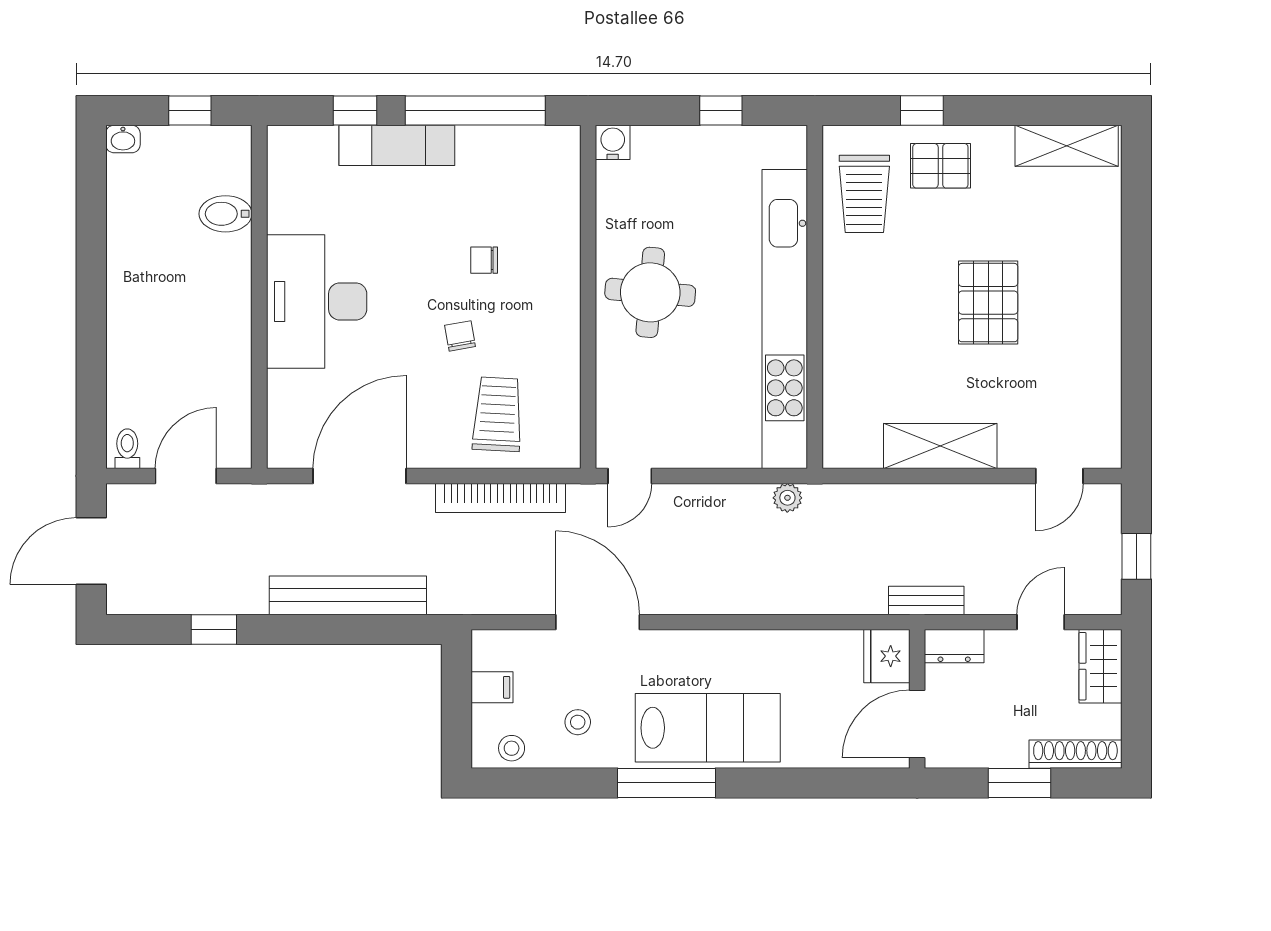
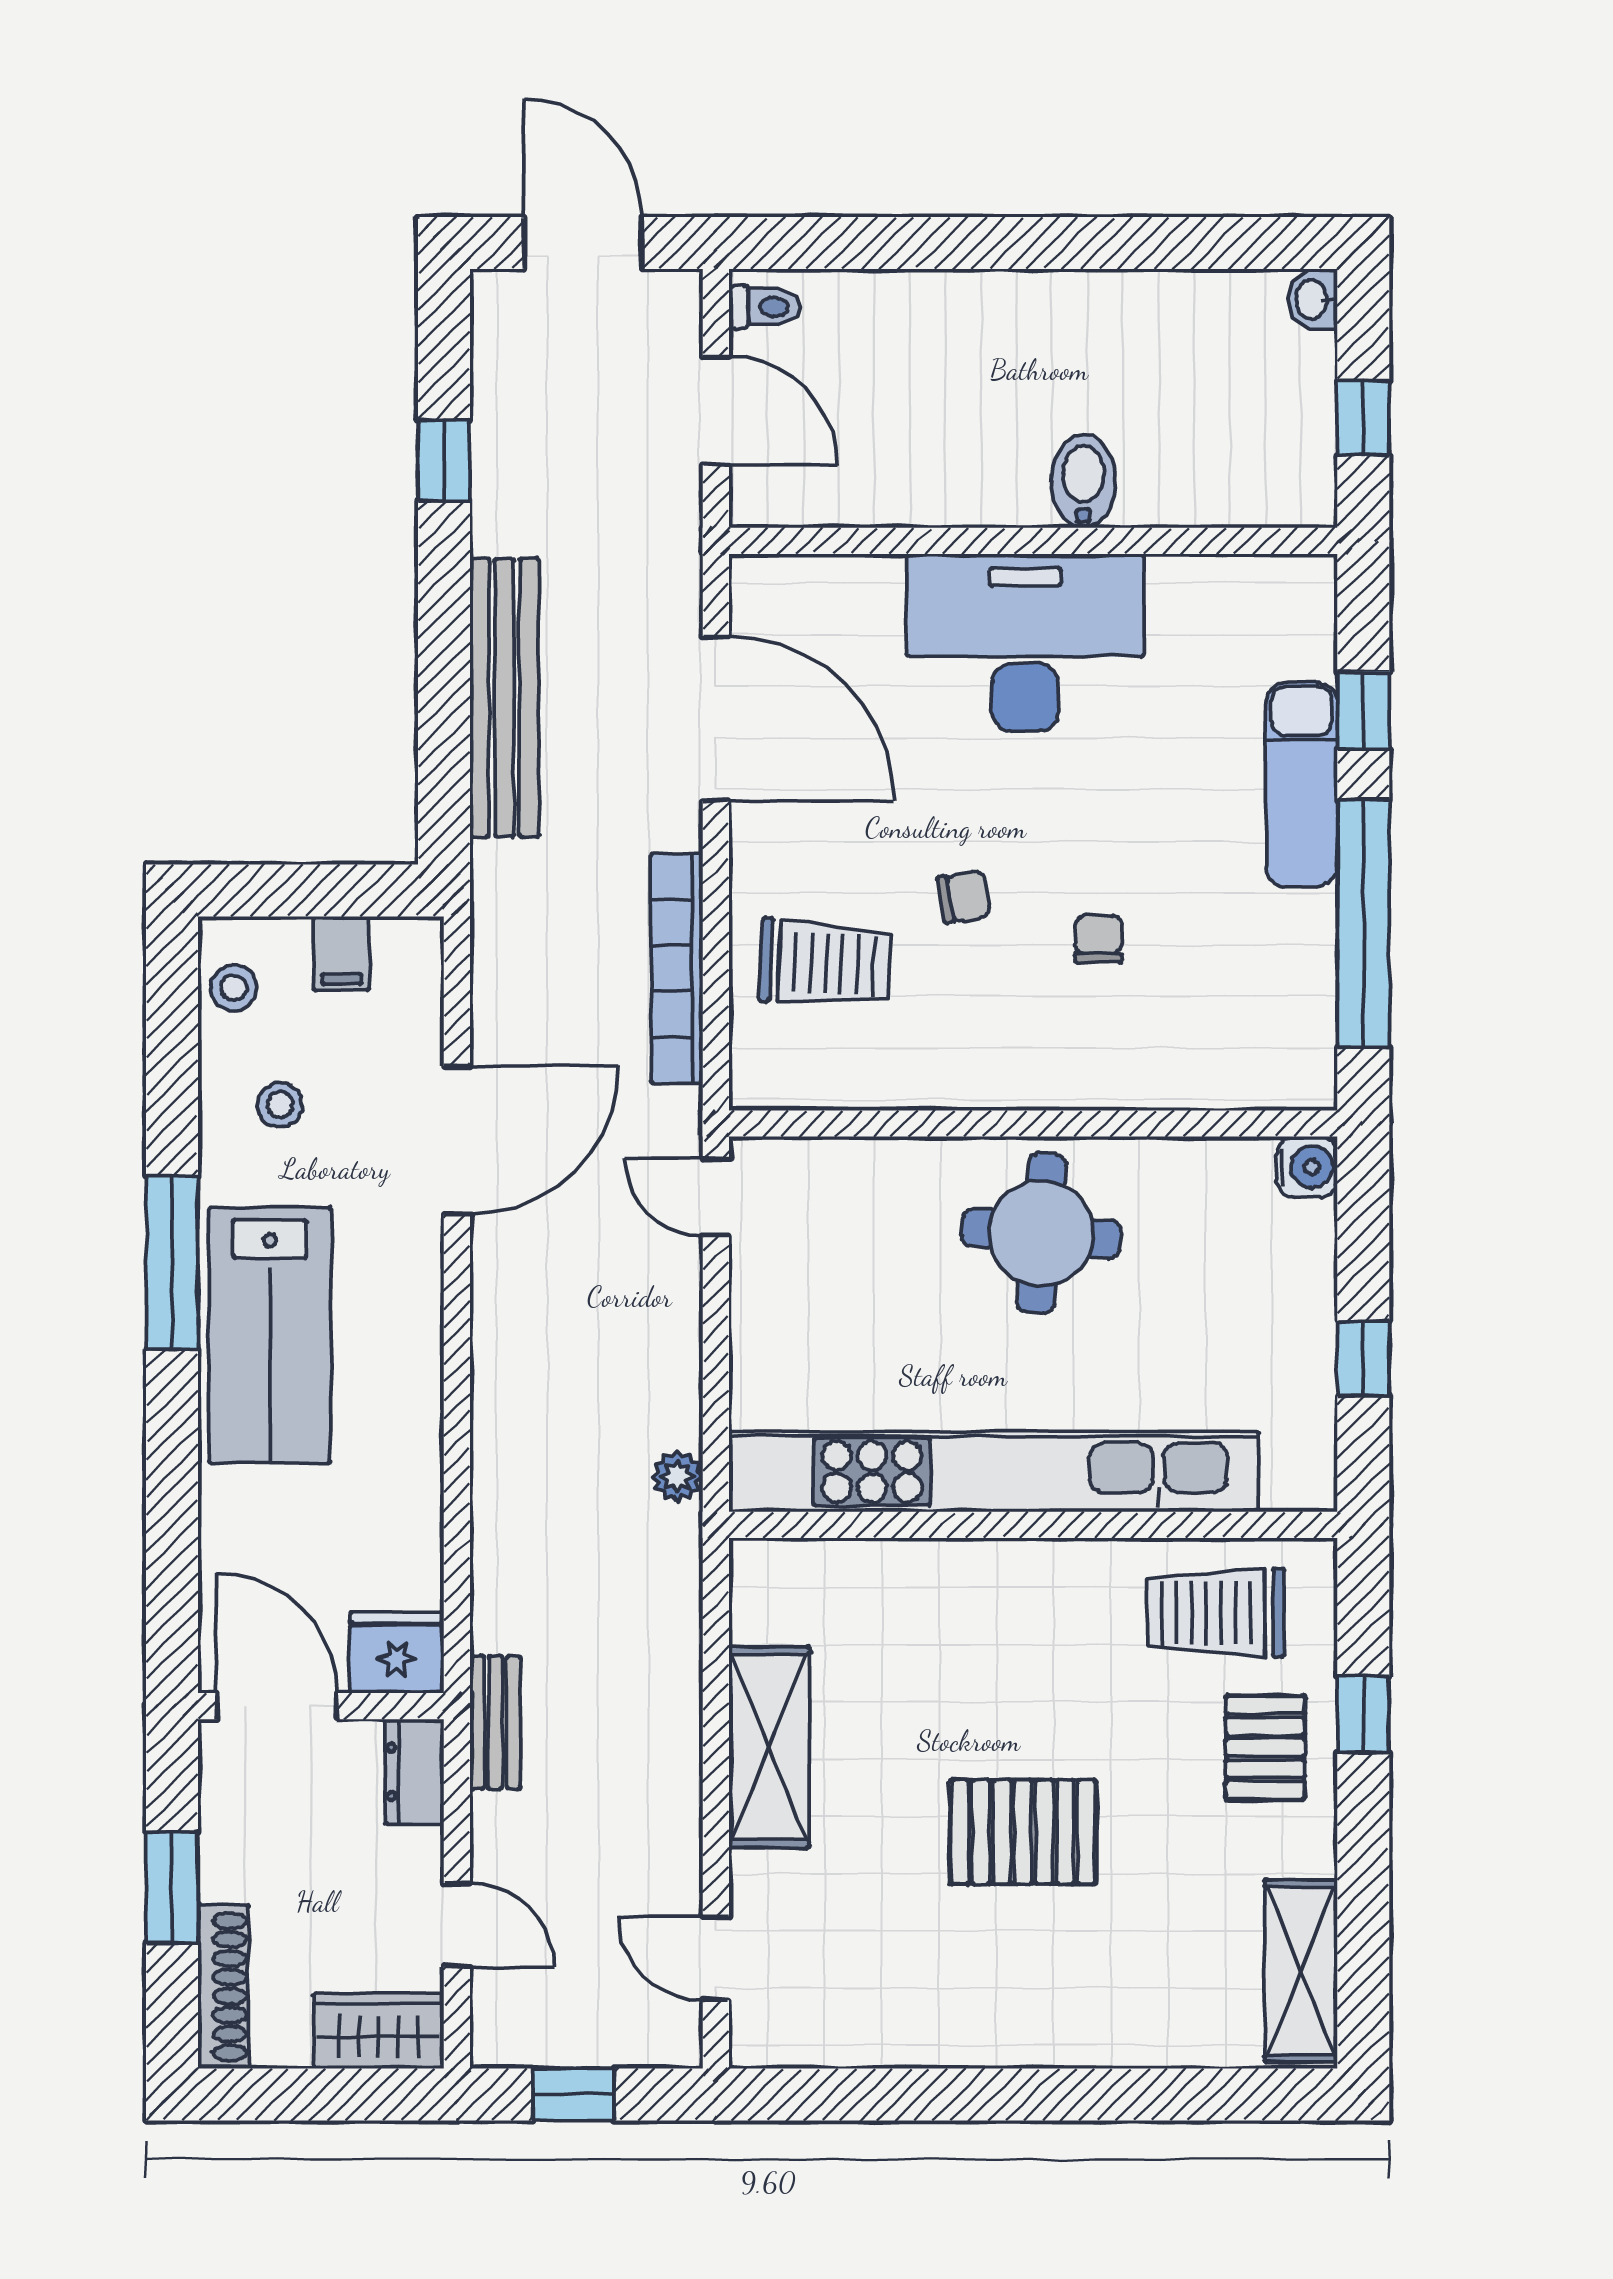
bidet: (226, 214) -> (1083, 481), moved

